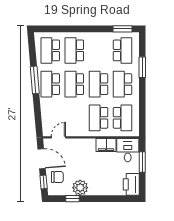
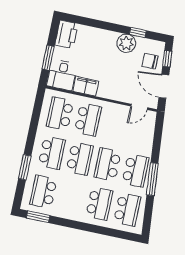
school desk: (74, 84) -> (108, 165), turned 180

